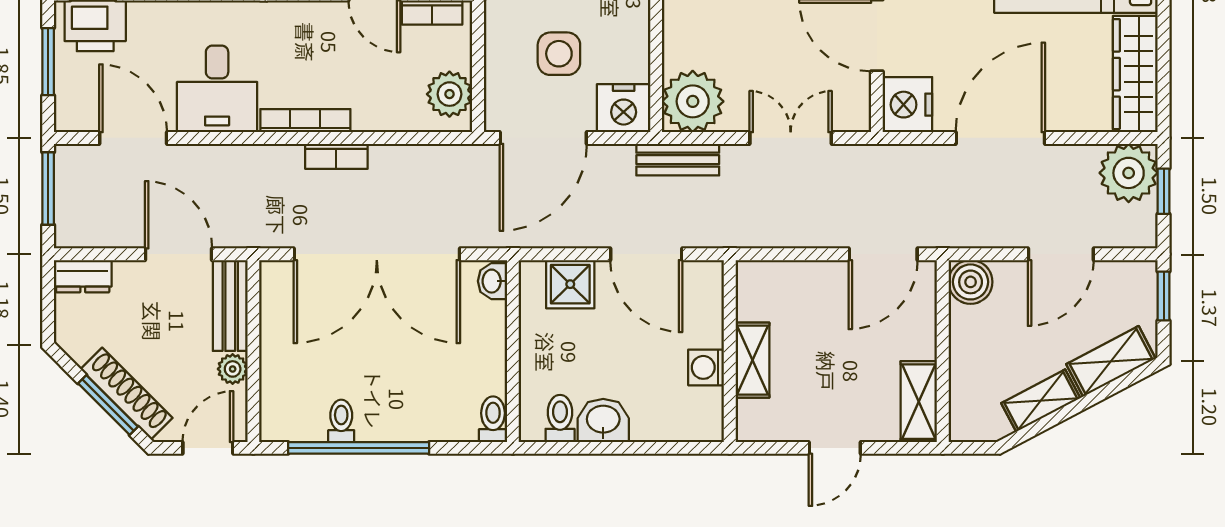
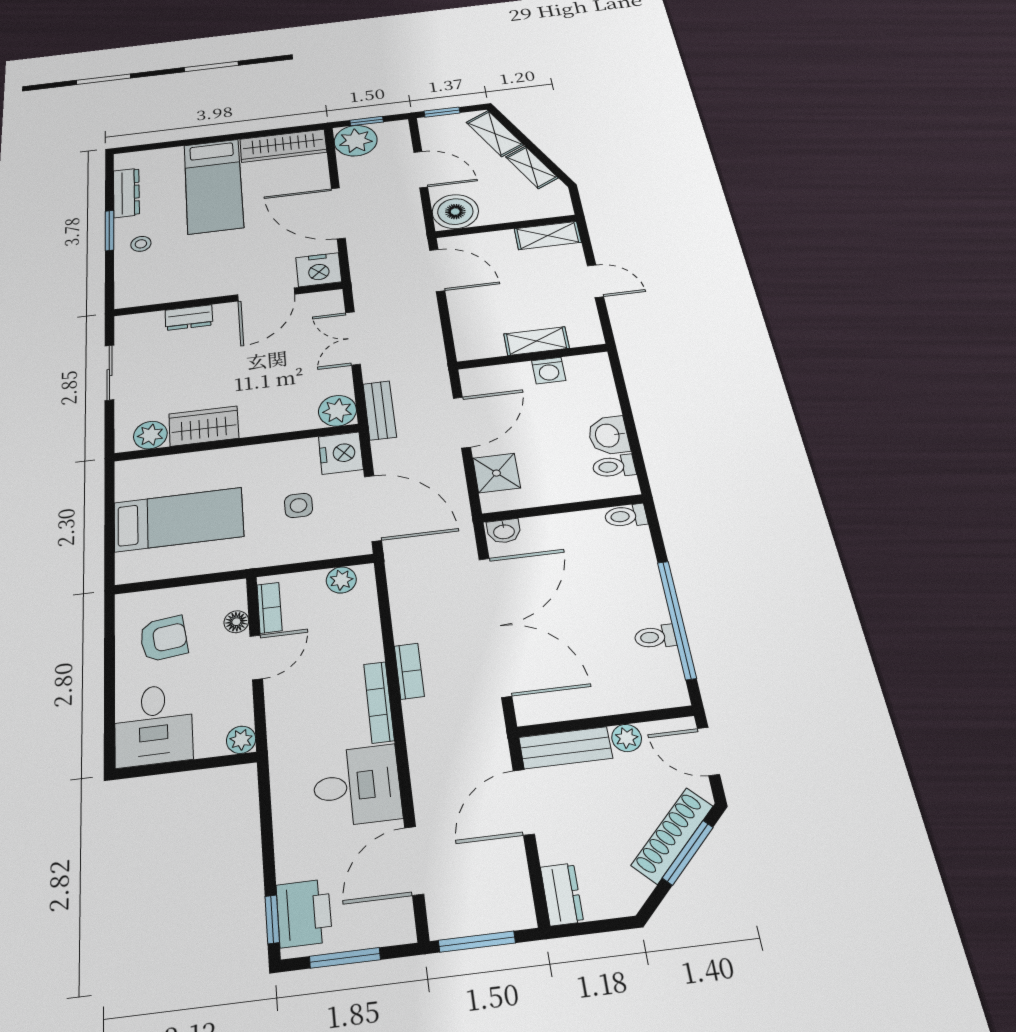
side table: (559, 54) -> (298, 505), width x0.73, depth x0.73
plant: (449, 94) -> (341, 580), width x0.73, depth x0.73
plant: (693, 101) -> (337, 411), width x0.73, depth x0.73
boiler: (971, 282) -> (455, 212), width x1.37, depth x1.37

